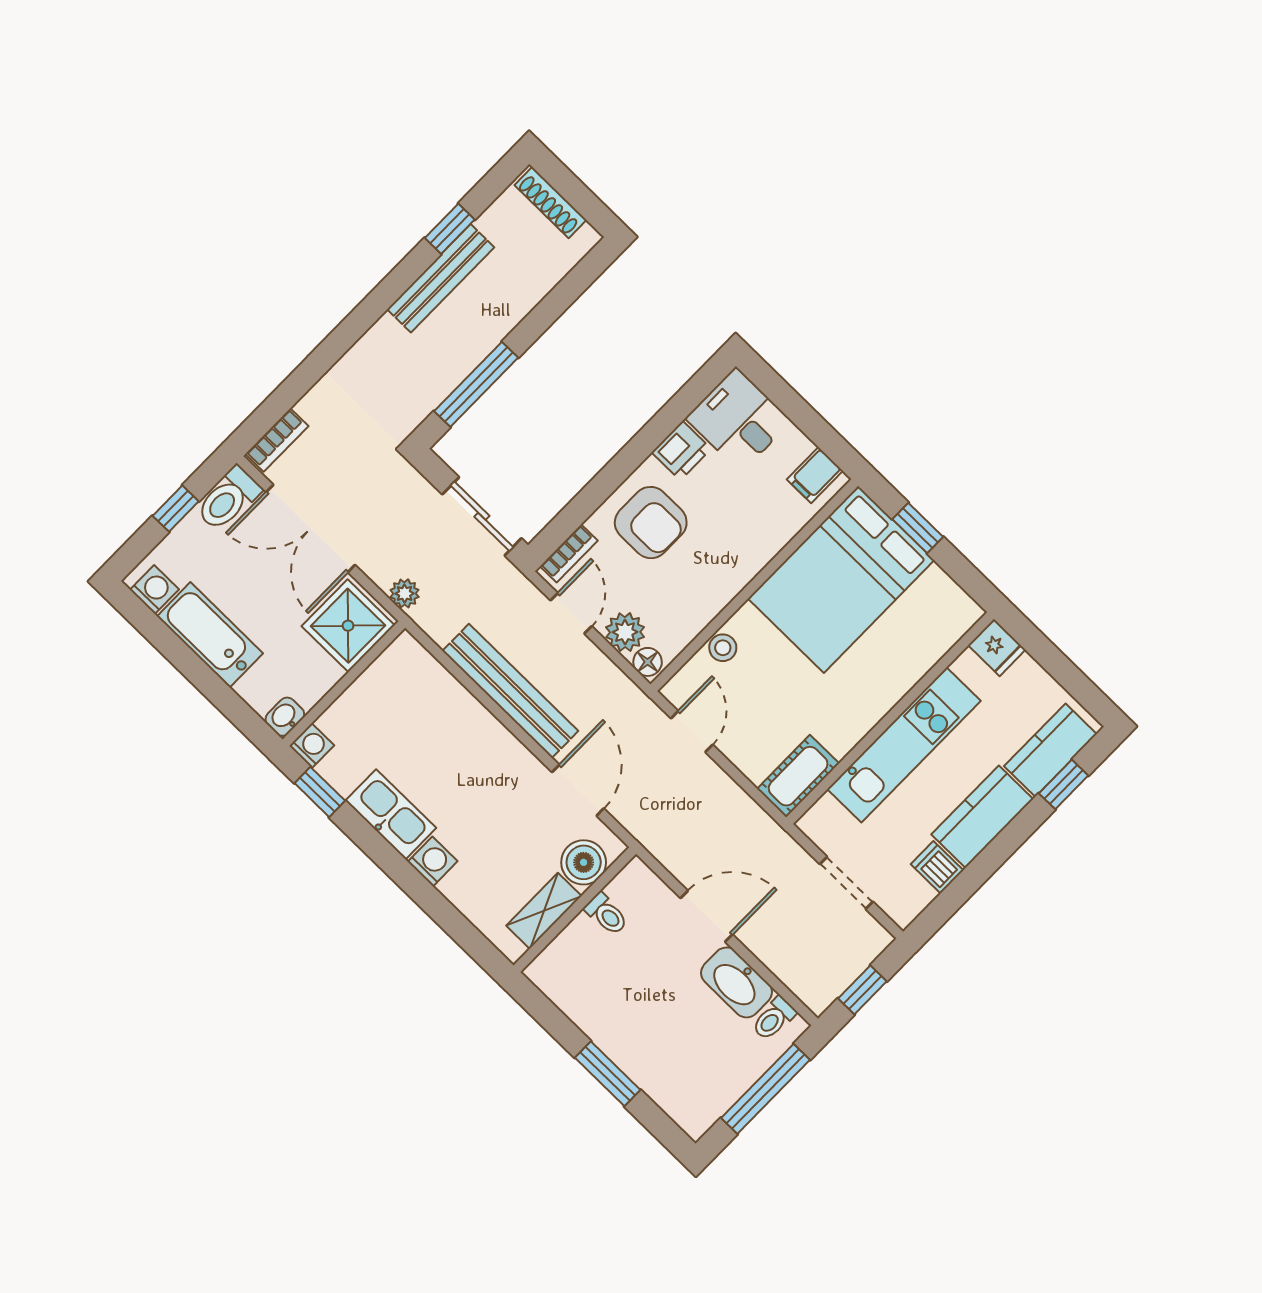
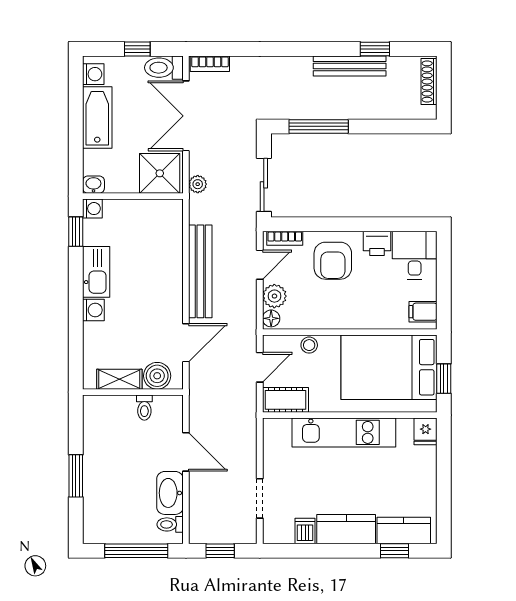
fridge: (997, 647) -> (426, 431), moved
wall: (890, 718) -> (350, 415), moved
kitchen unit: (904, 745) -> (344, 432), moved
cot: (798, 776) -> (286, 400), moved

